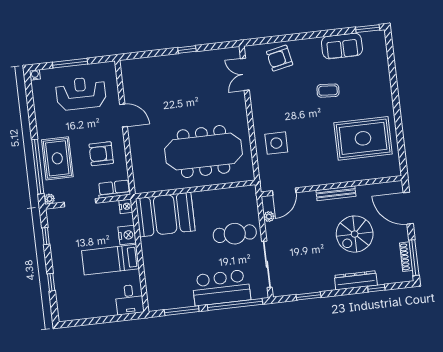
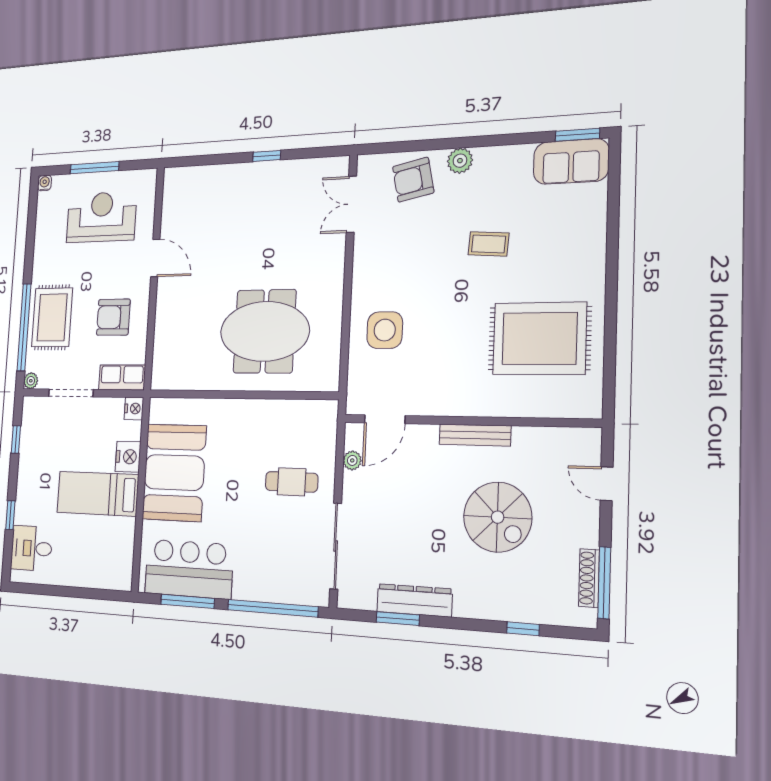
plant: (305, 46) -> (460, 161), added
sofa: (342, 46) -> (571, 162), moved
meeting table: (203, 152) -> (265, 331), width x0.73
door: (408, 208) -> (607, 484), width x0.53
booth: (165, 215) -> (174, 473), moved, turned 90
cafe table: (235, 234) -> (292, 482), width x0.73, depth x0.74
spiral stairs: (355, 234) -> (498, 517), turned -90
dresser: (356, 280) -> (414, 600), moved
bar counter: (221, 288) -> (189, 569), moved
desk: (129, 300) -> (31, 548), moved, turned 90

